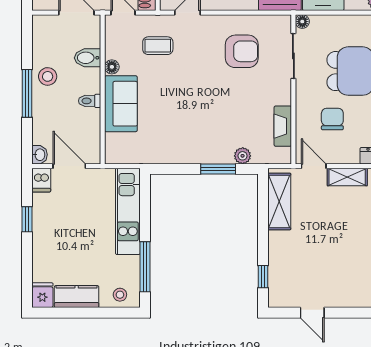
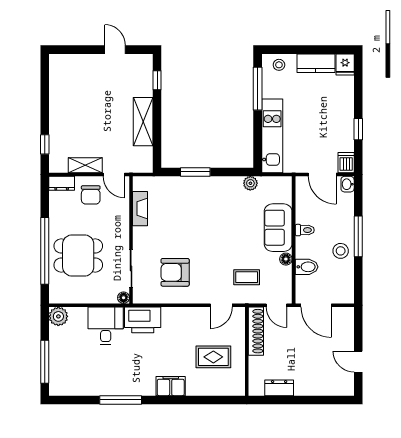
chair: (332, 119) -> (91, 195), moved
plant: (243, 156) -> (250, 183), moved
shelving: (279, 201) -> (143, 122), moved

